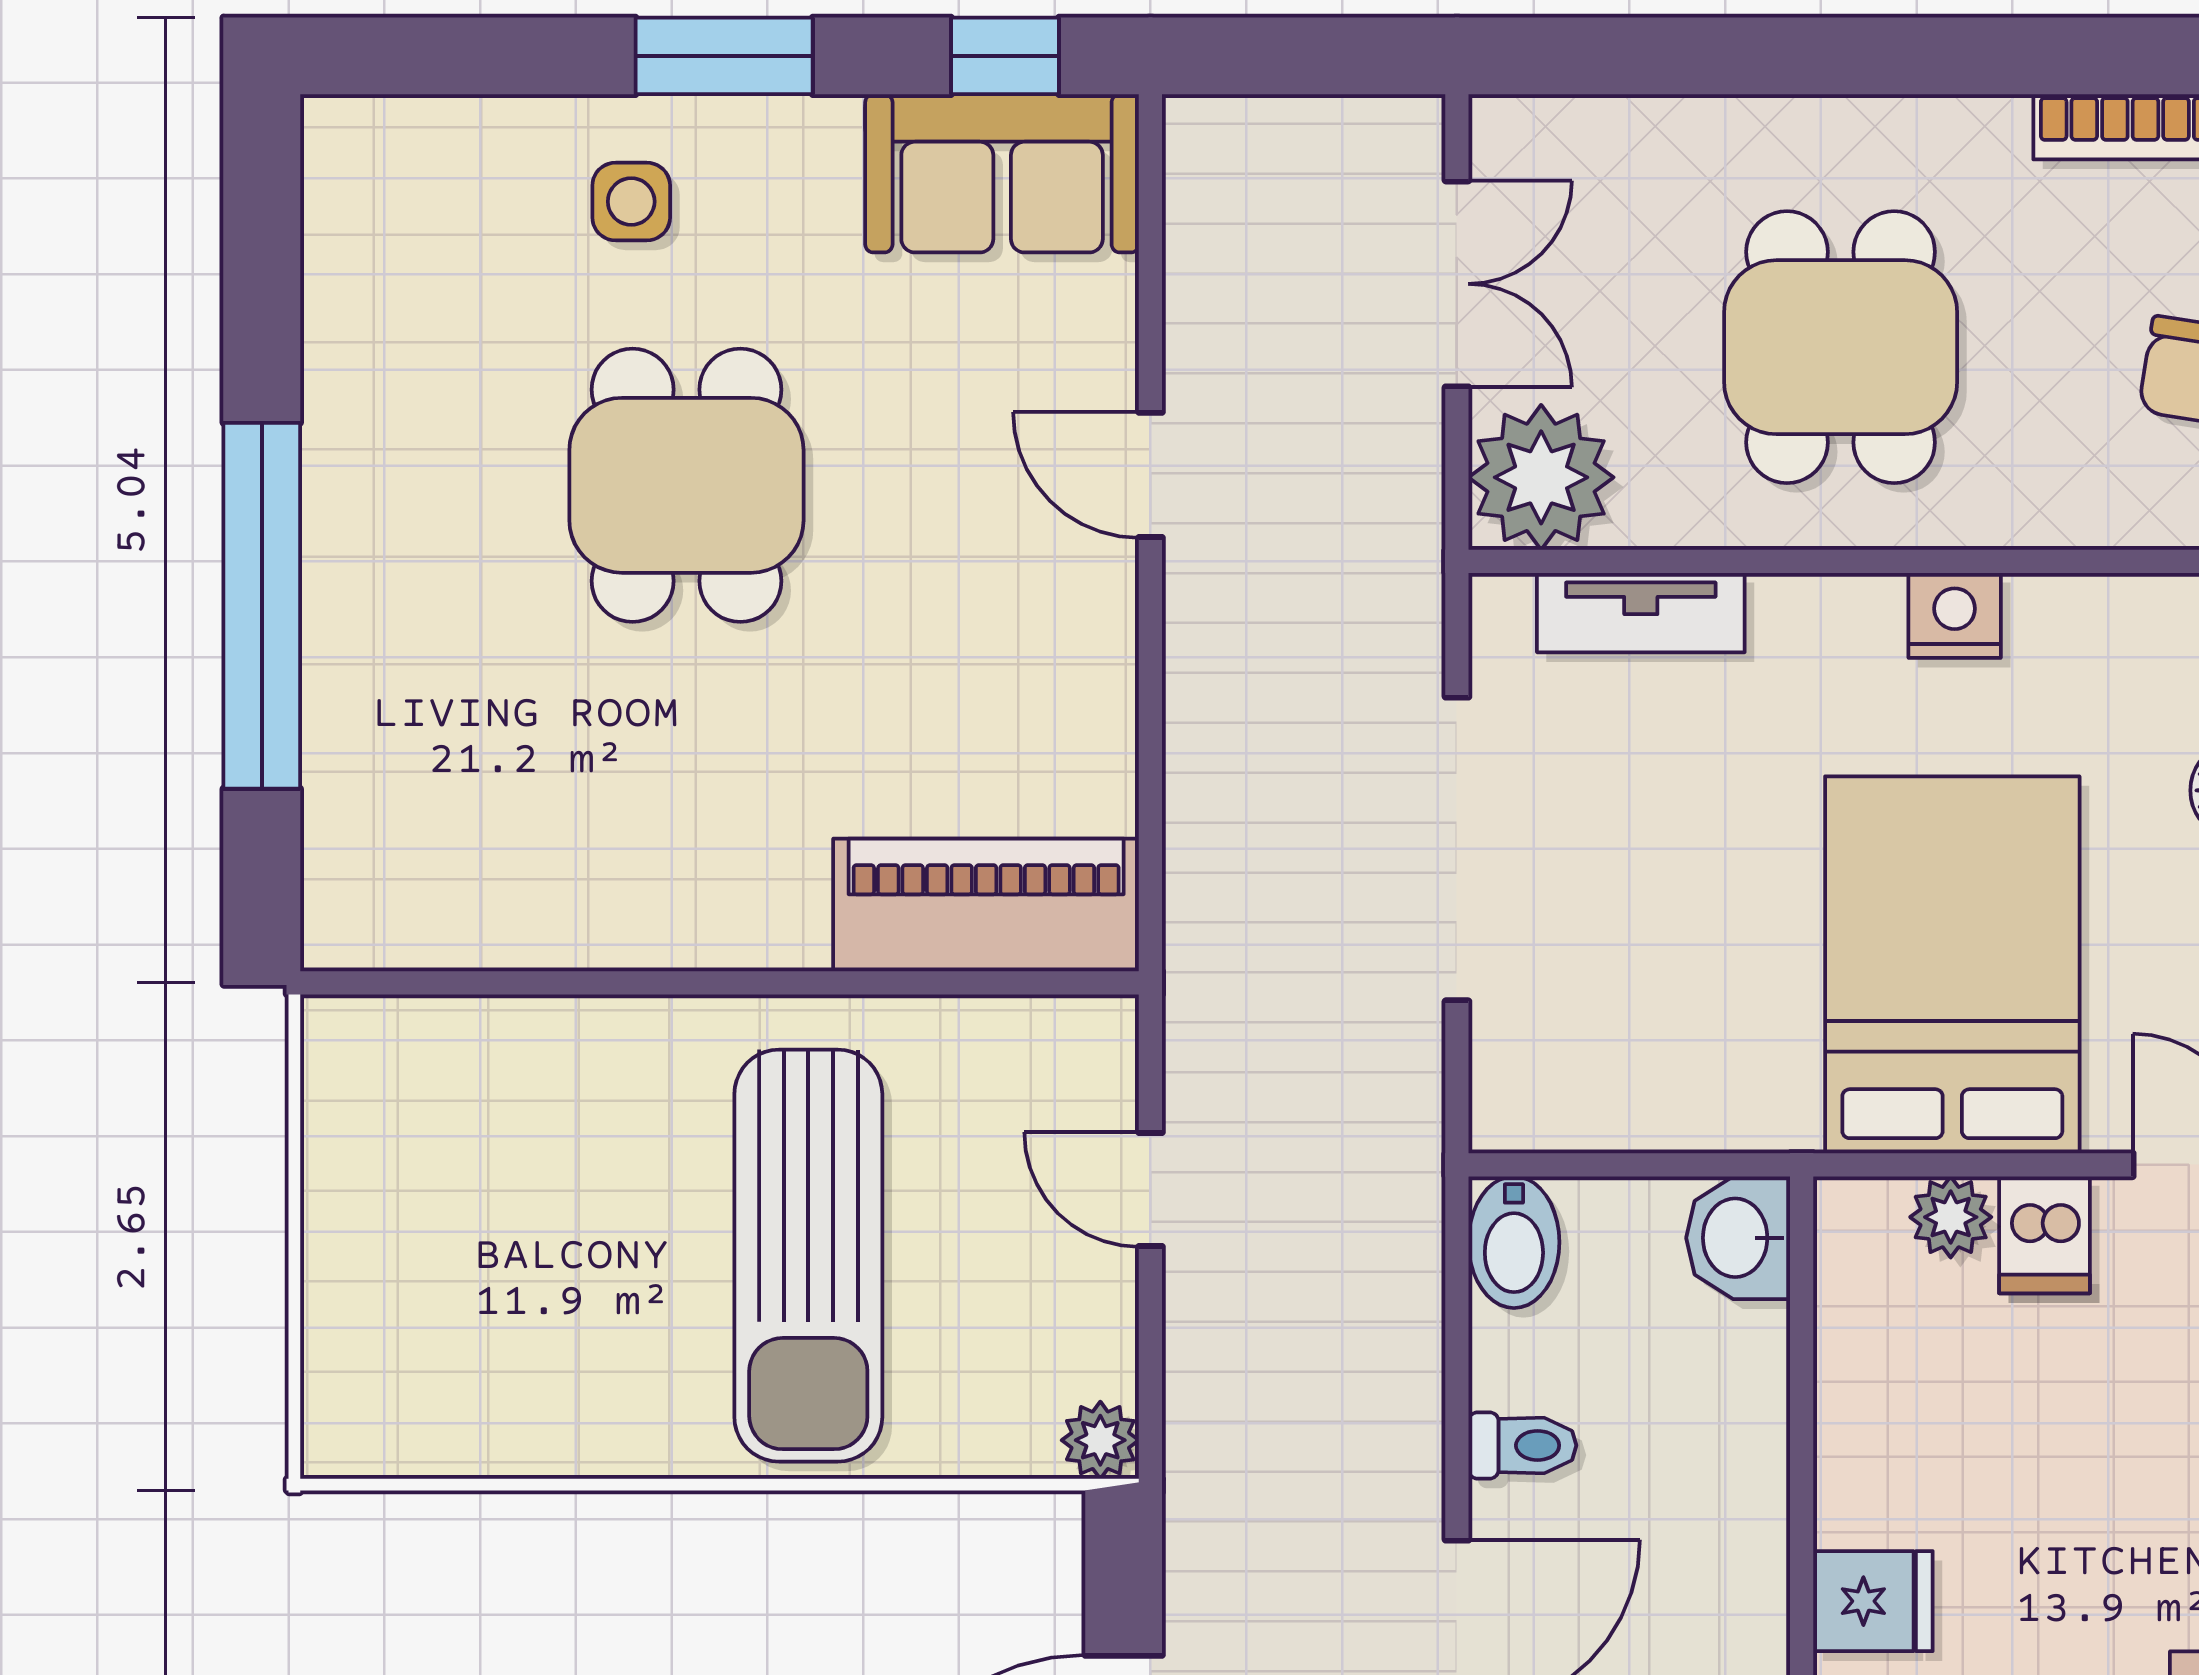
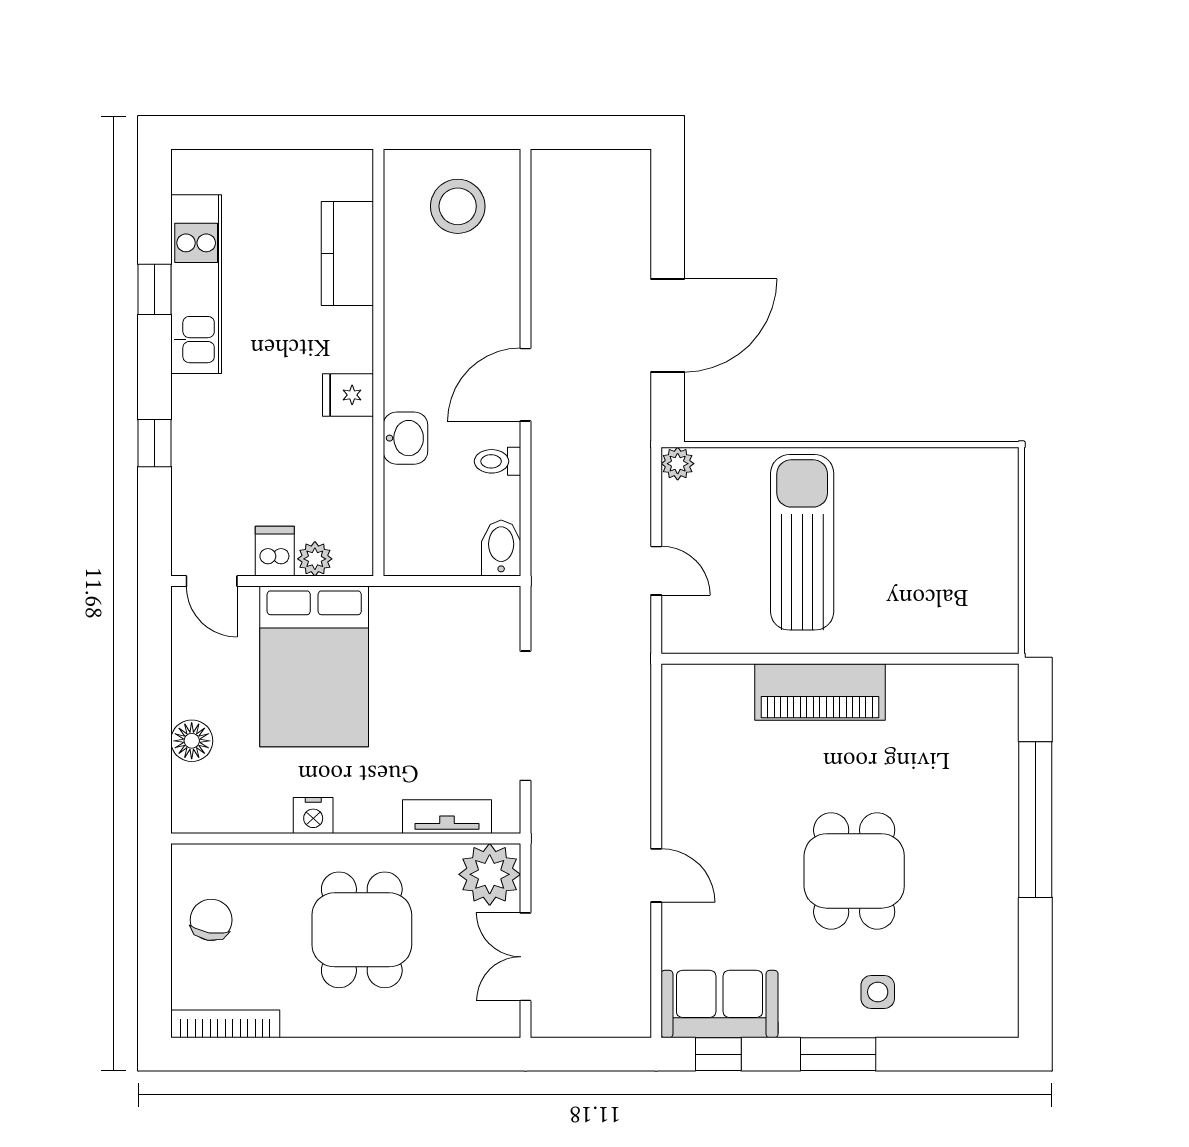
piano: (986, 905) -> (820, 692), moved
washbasin: (1738, 1238) -> (405, 438), moved

